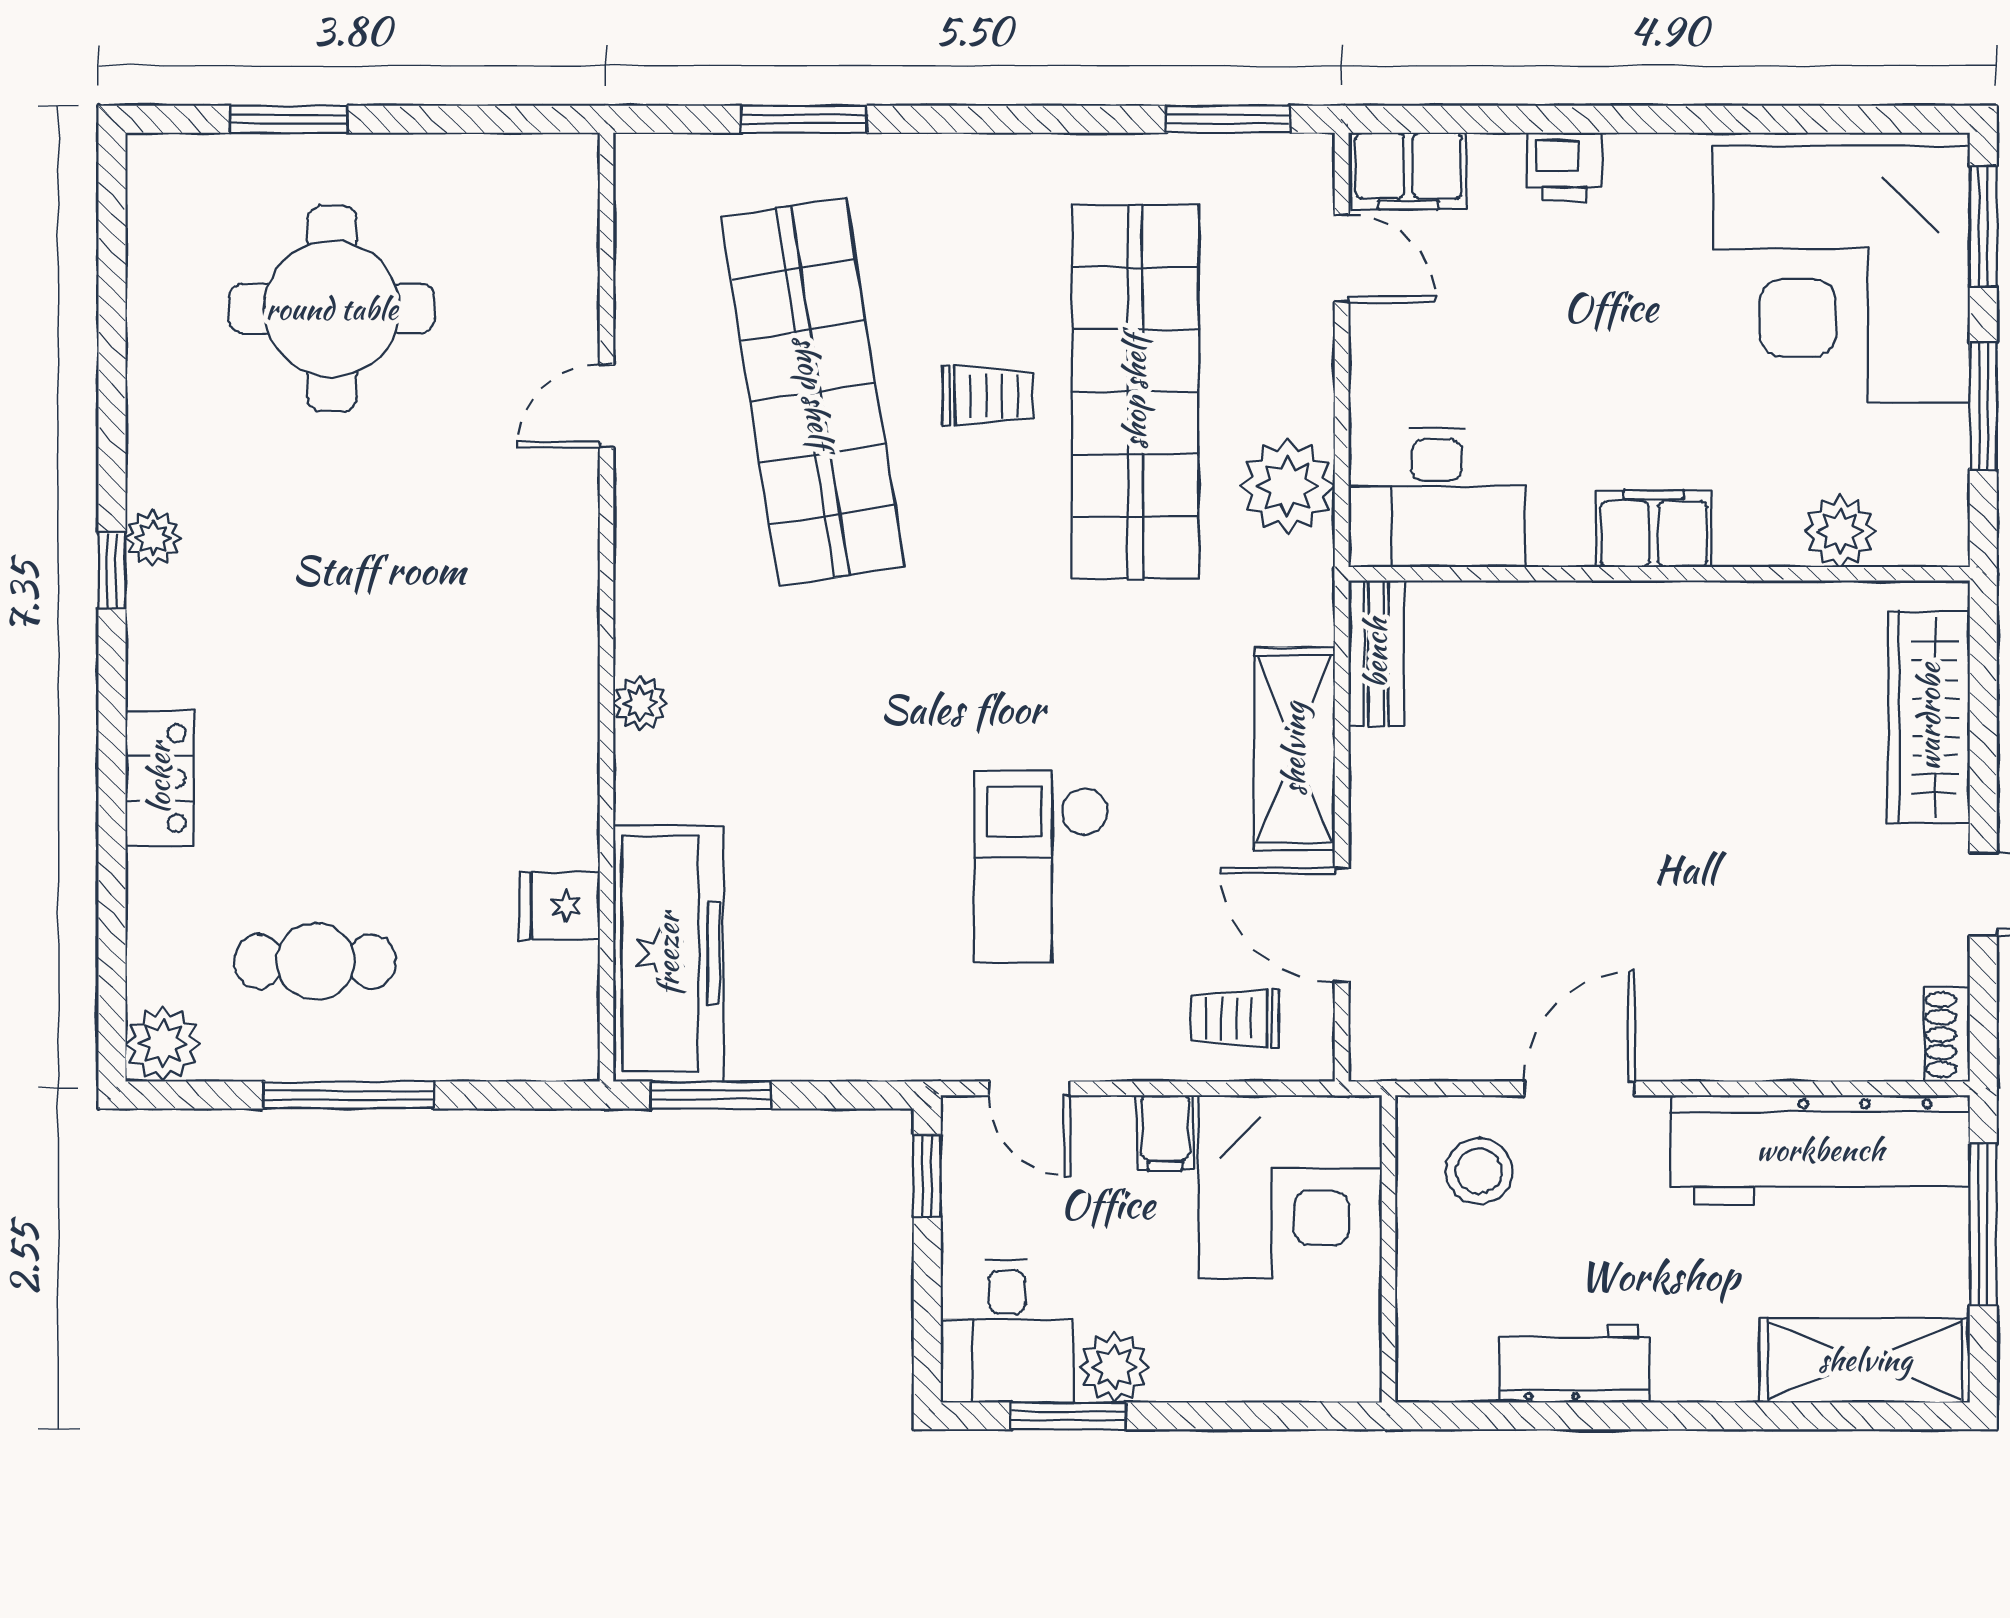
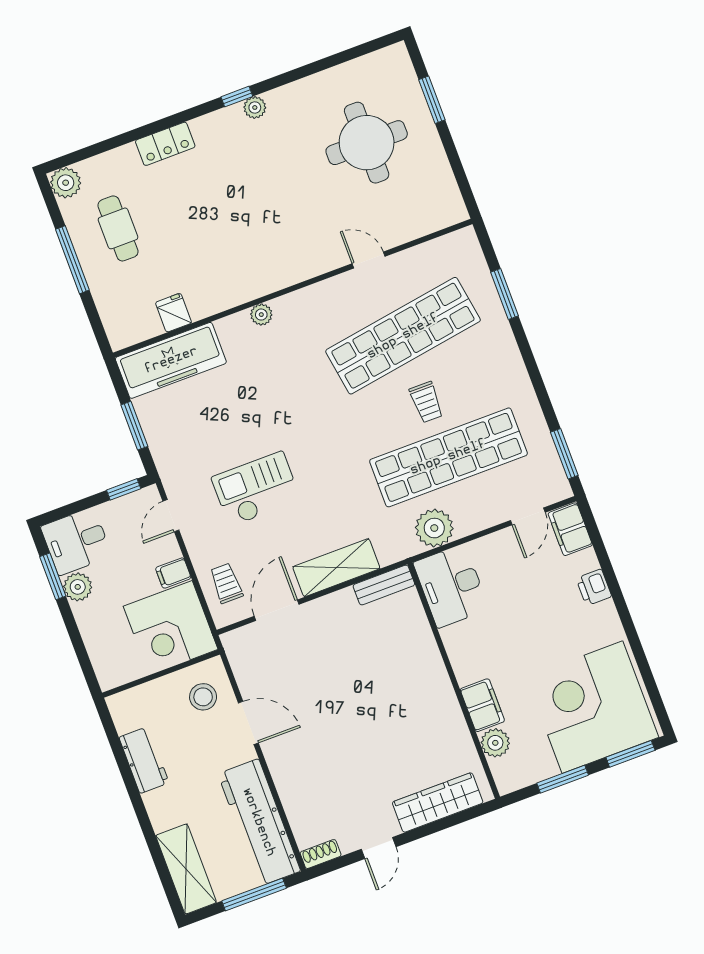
filing cabinet: (1654, 529) -> (482, 705), moved
window: (711, 1095) -> (134, 426), moved

